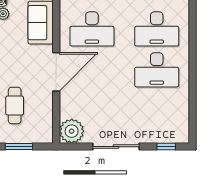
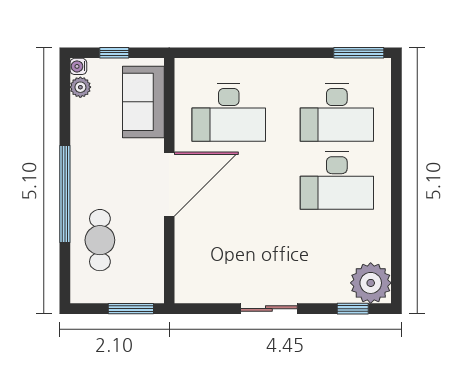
plant: (72, 131) -> (371, 283), moved
window: (19, 147) -> (131, 309), moved
sliding door: (116, 147) -> (269, 309), width x0.73

